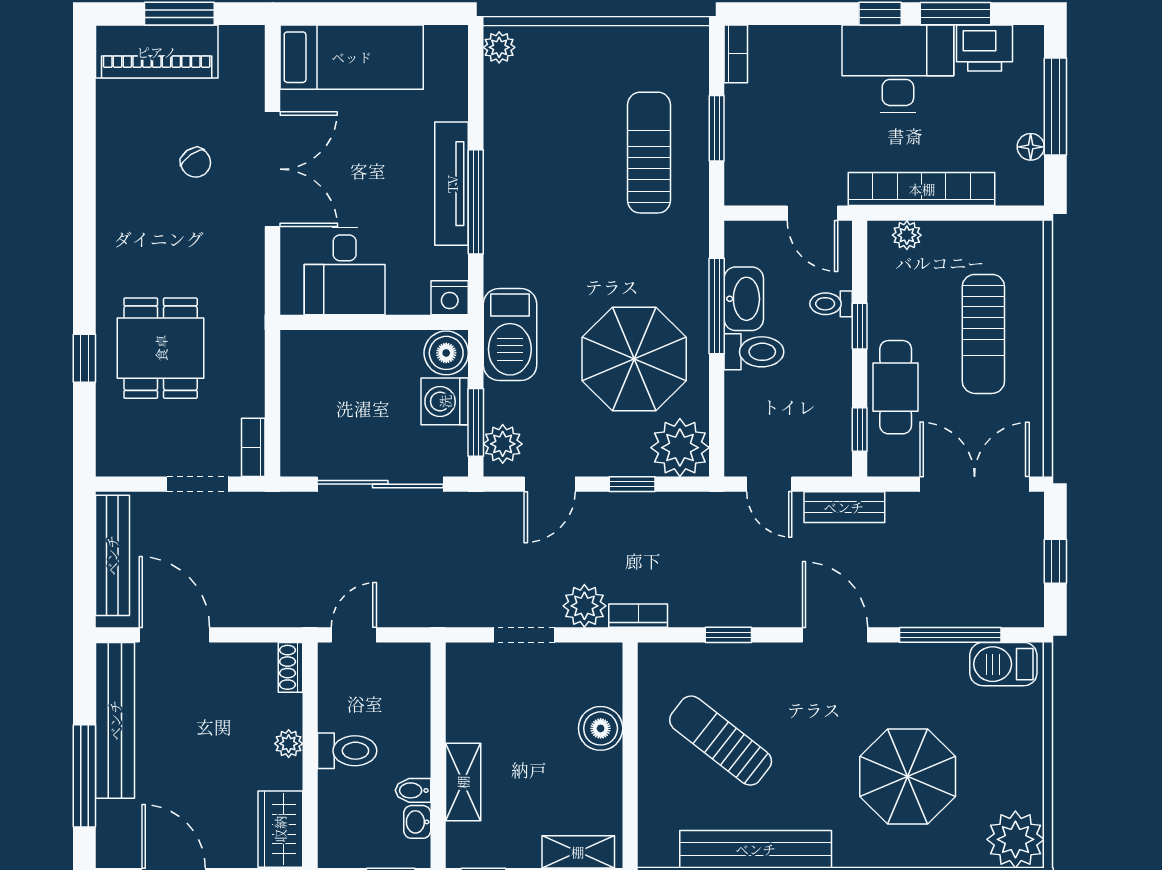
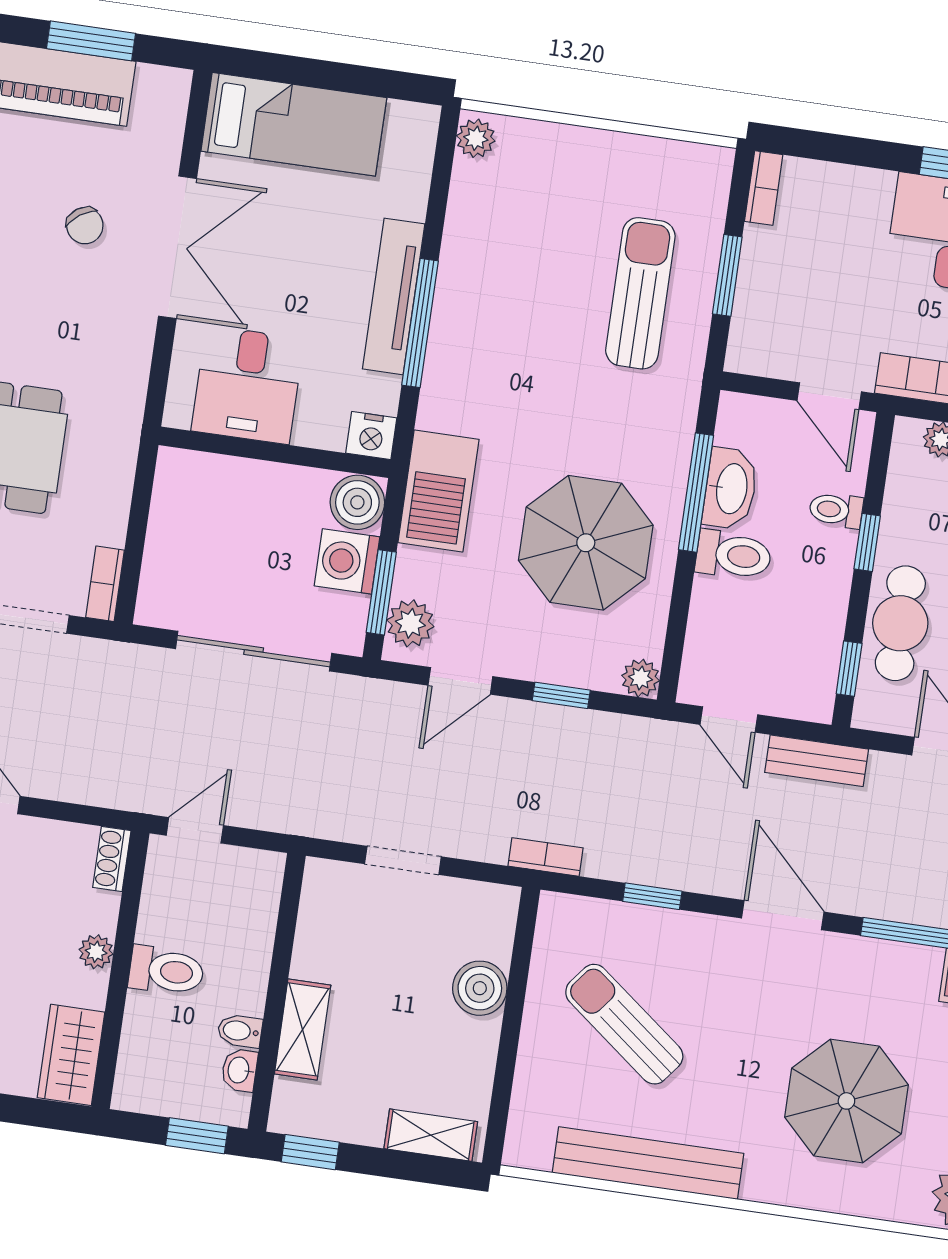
plant: (680, 448) -> (641, 678), width x0.53, depth x0.53
plant: (584, 606) -> (482, 836), removed

